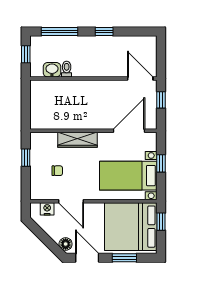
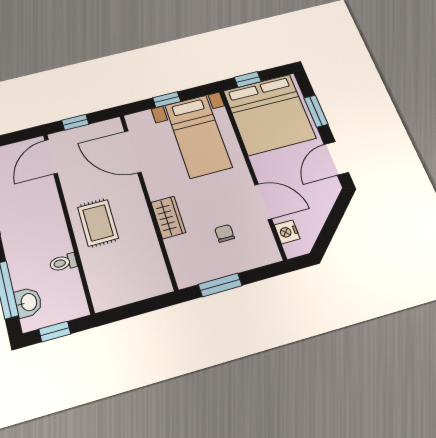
washbasin: (52, 70) -> (28, 302), moved, turned 180
rug: (86, 96) -> (98, 223), added
wardrobe: (78, 140) -> (168, 217), width x0.67
window: (26, 158) -> (220, 285), width x1.50
door: (71, 201) -> (263, 202), hinge flipped
floor lamp: (66, 244) -> (329, 192), removed

